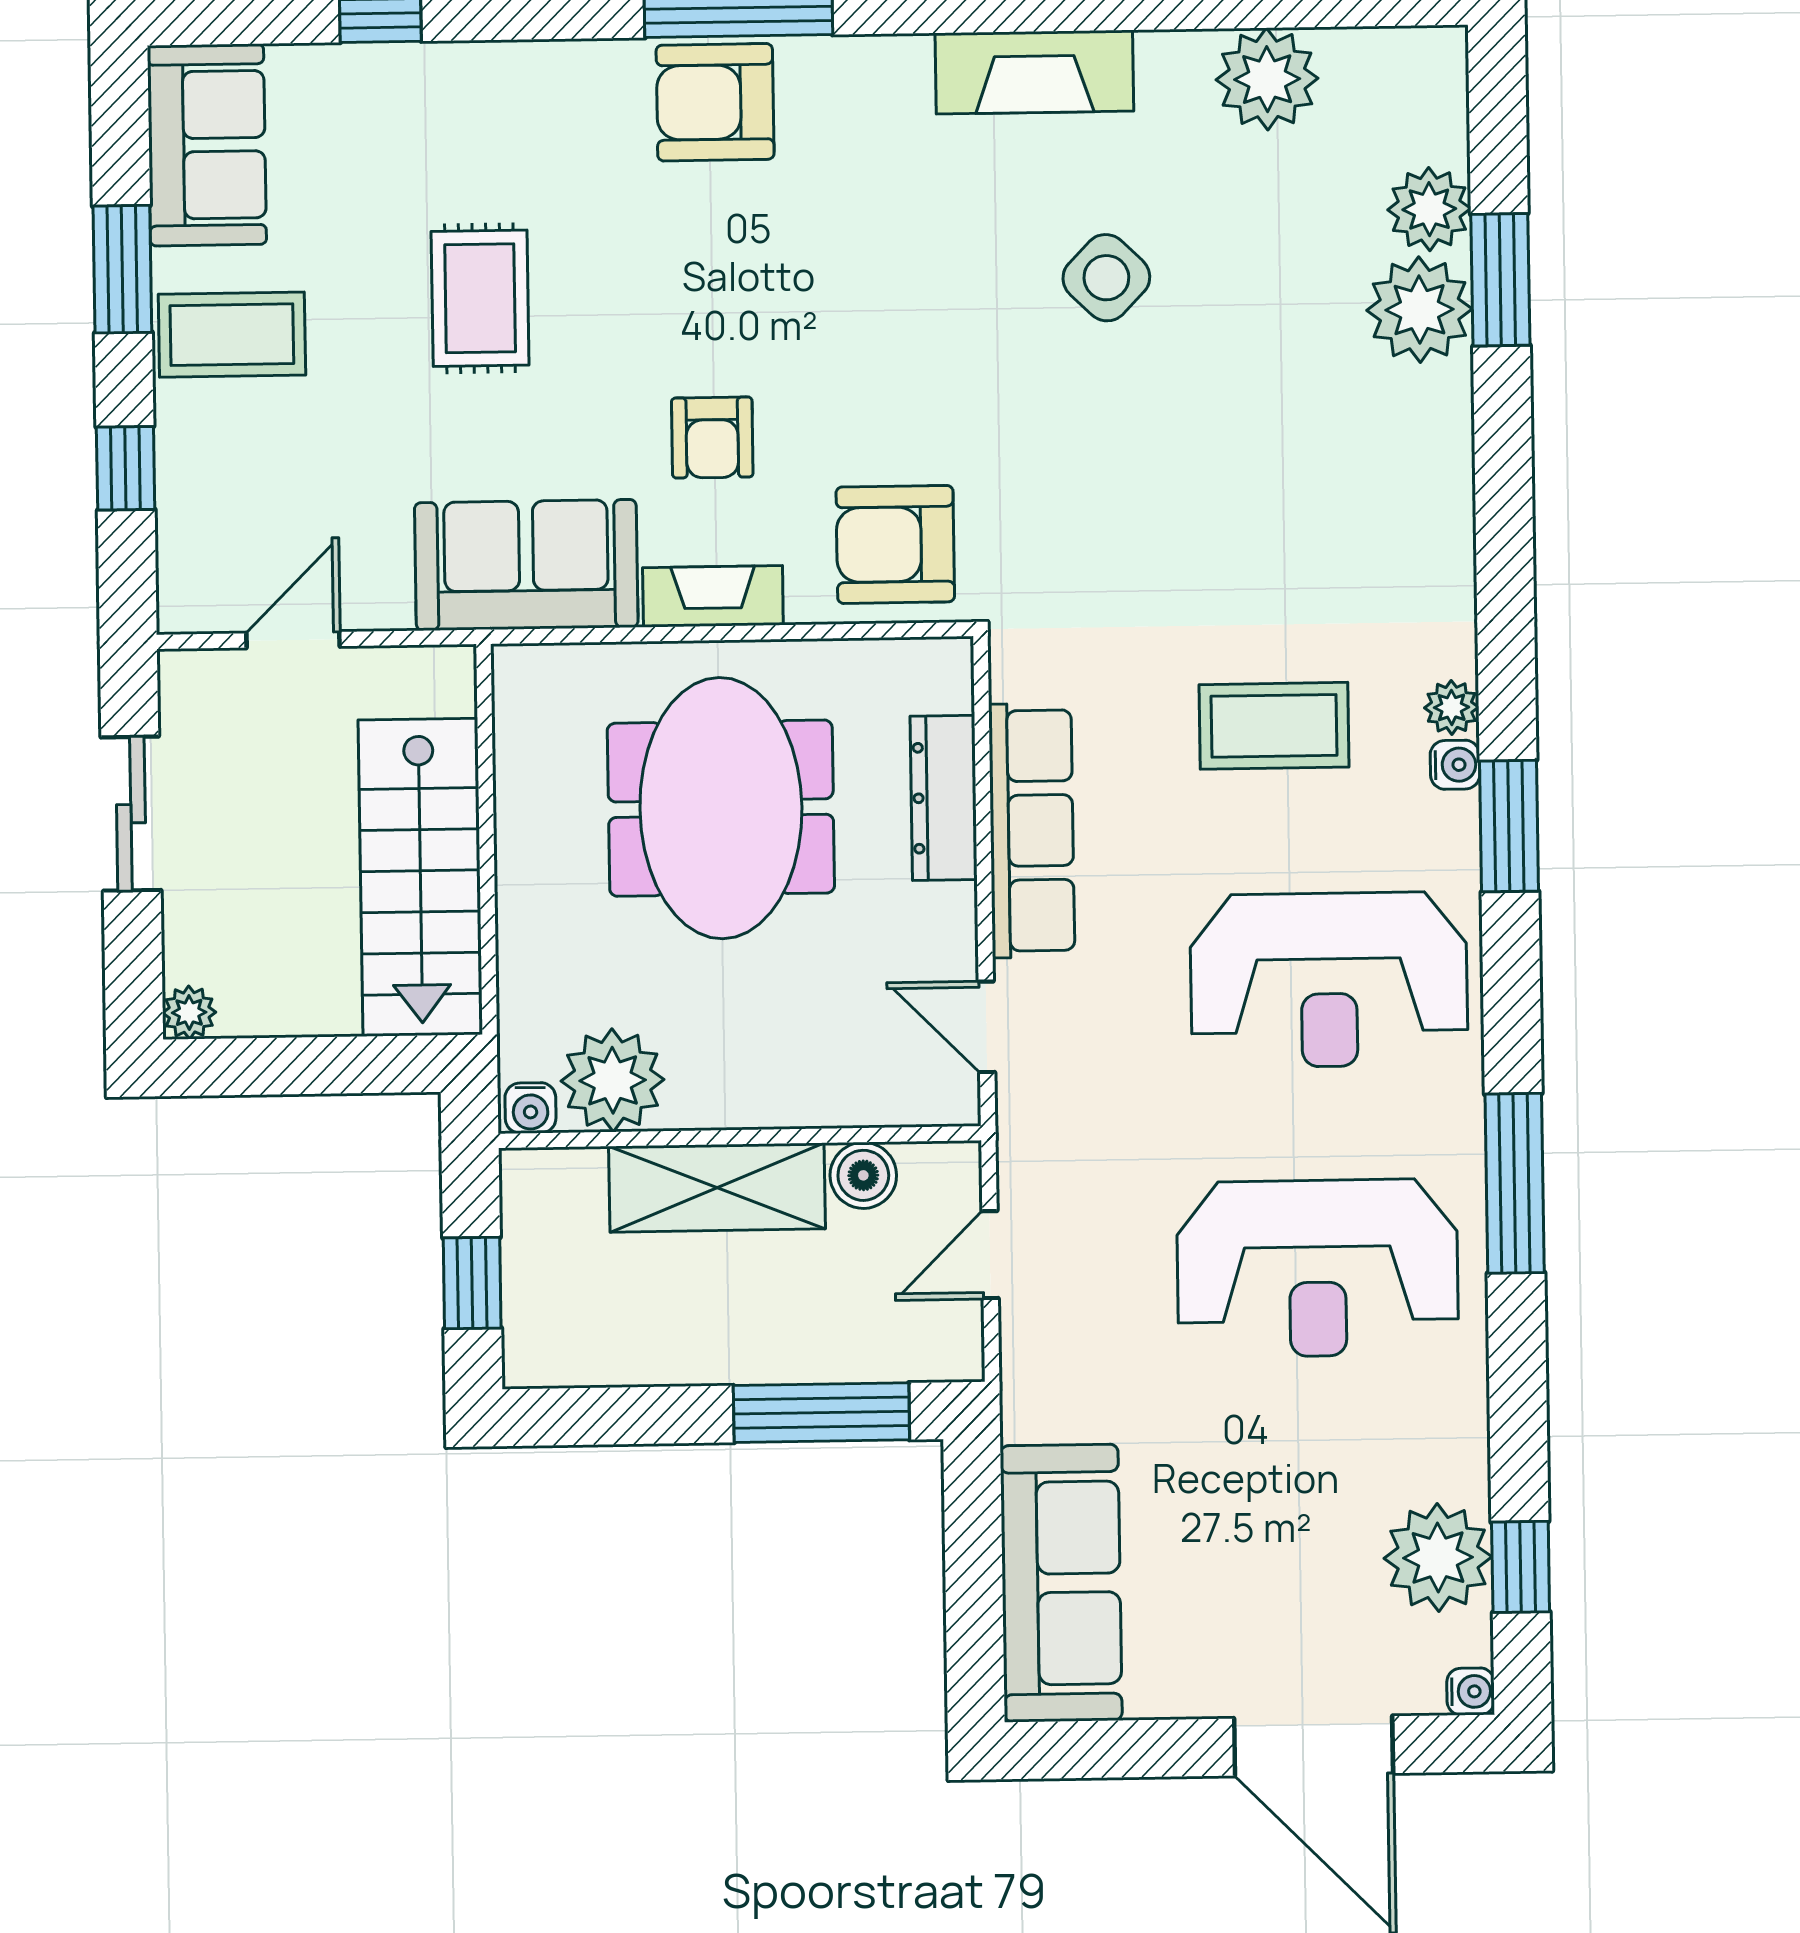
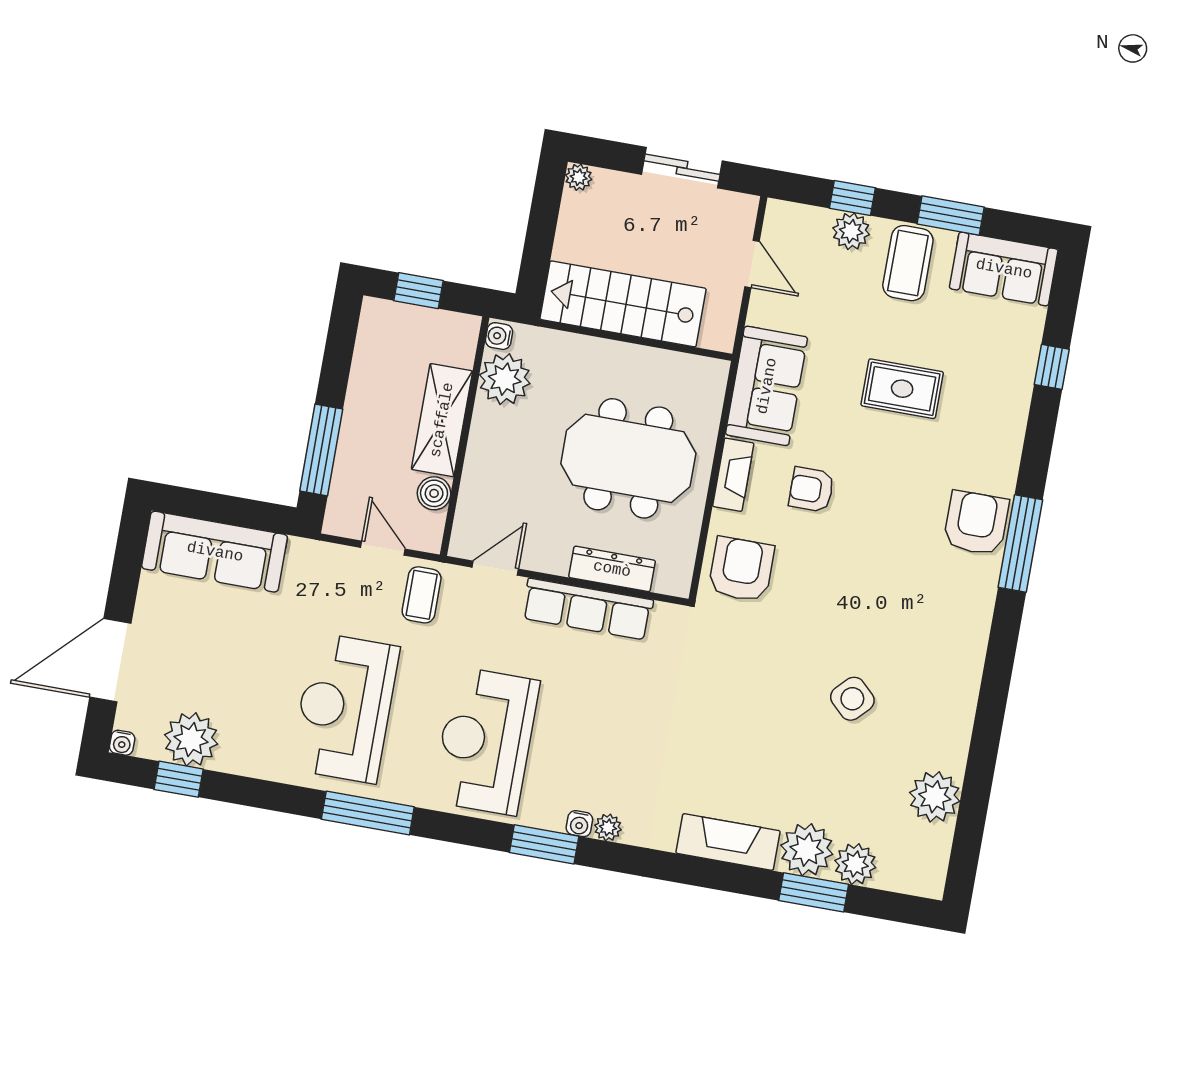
fireplace: (1034, 72) -> (728, 842), moved, turned 90
plant: (191, 458) -> (851, 231), added
coffee table: (1274, 726) -> (422, 595), moved, width x0.73, depth x0.77

